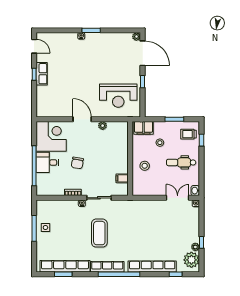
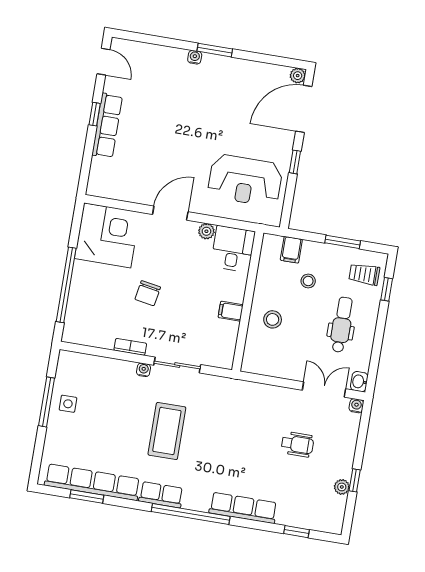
door: (143, 53) -> (304, 109), swing flipped
row of seats: (42, 74) -> (107, 126), width x1.48
door: (82, 119) -> (170, 213), hinge flipped
filing cabinet: (143, 128) -> (291, 250), width x0.50
desk: (47, 162) -> (233, 249), moved, turned 90
dental chair: (181, 162) -> (342, 325), turned 90
filing cabinet: (122, 178) -> (231, 311), moved
wheelchair: (169, 229) -> (297, 444), added
plant: (191, 260) -> (331, 510), removed
row of seats: (152, 266) -> (243, 508), width x0.73
row of seats: (107, 267) -> (161, 495), width x0.68

